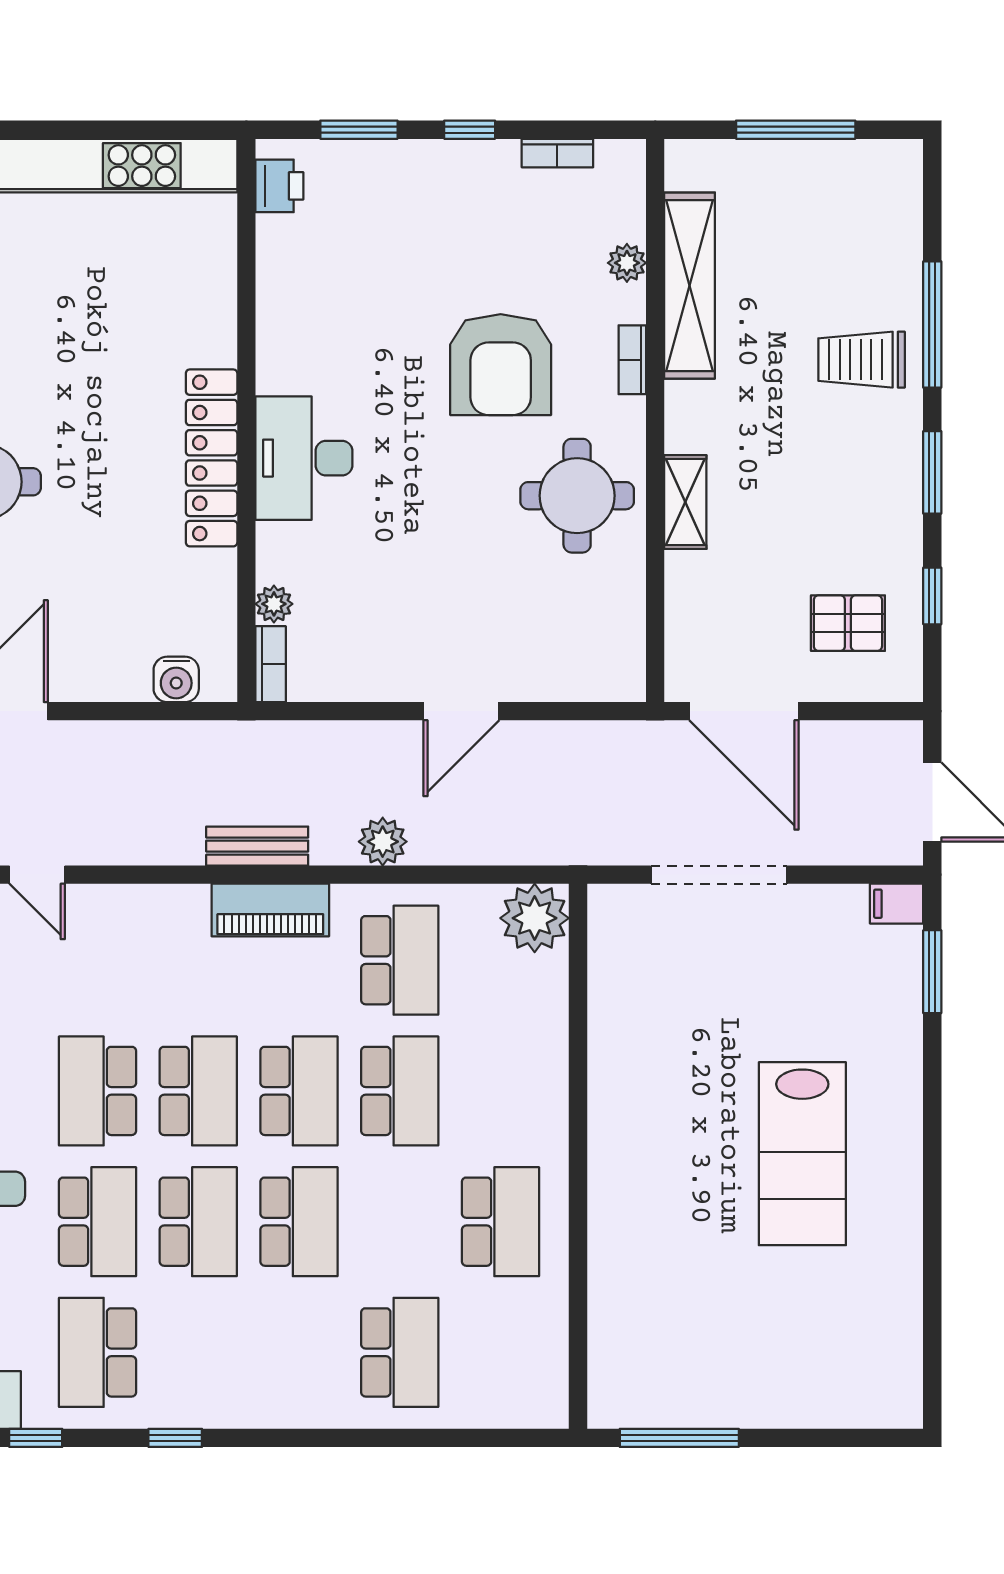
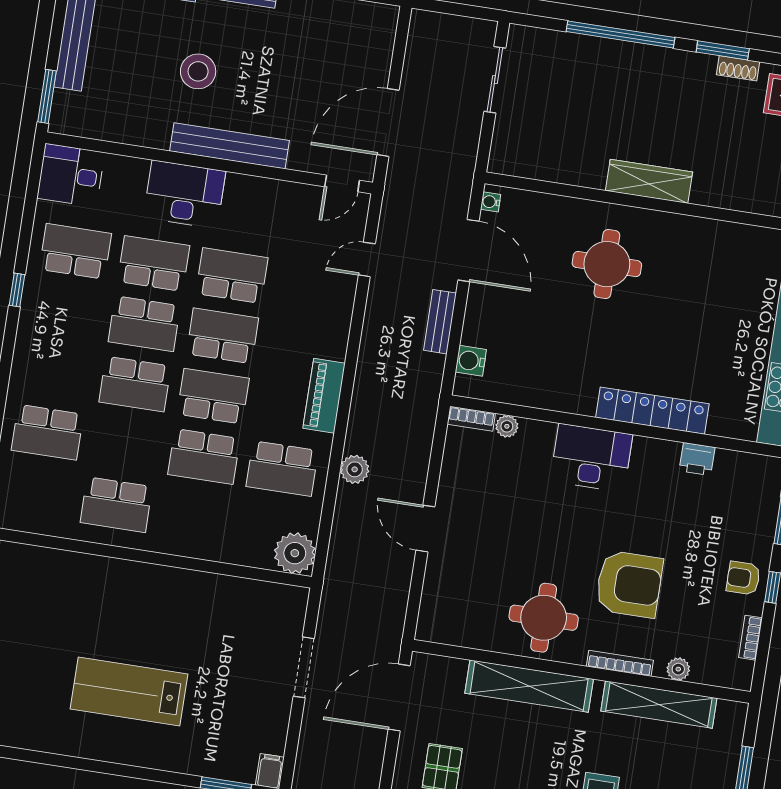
armchair: (462, 180) -> (743, 578), added
printer: (279, 186) -> (697, 459), moved
bookcase: (632, 360) -> (620, 663), width x1.56
armchair: (501, 365) -> (629, 584), turned 180
locker: (212, 458) -> (652, 411), moved
shelving: (685, 502) -> (529, 686), width x2.20, depth x1.33
bench: (257, 846) -> (440, 322), moved
doorway: (719, 875) -> (304, 667), width x0.73
school desk: (198, 1091) -> (223, 336), turned 180
school desk: (299, 1091) -> (213, 396), turned 180
school desk: (97, 1222) -> (154, 263), turned 180
window: (36, 1438) -> (30, 206), removed

